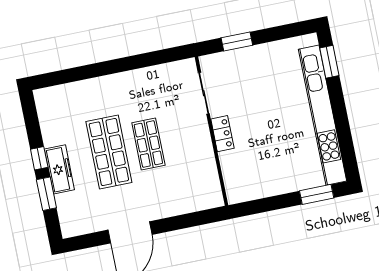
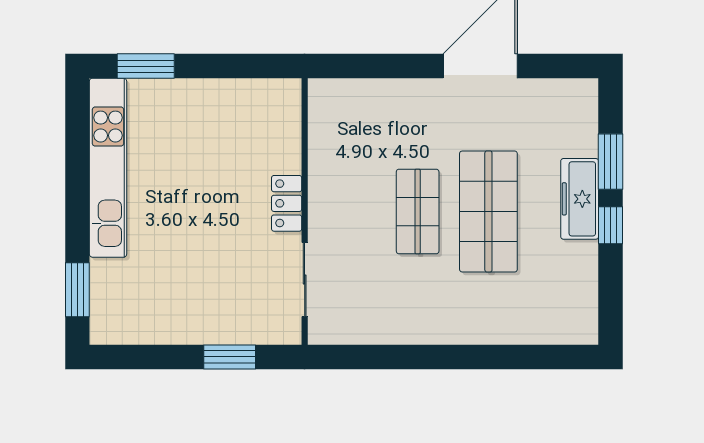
kitchen unit: (322, 115) -> (108, 168), width x0.73

